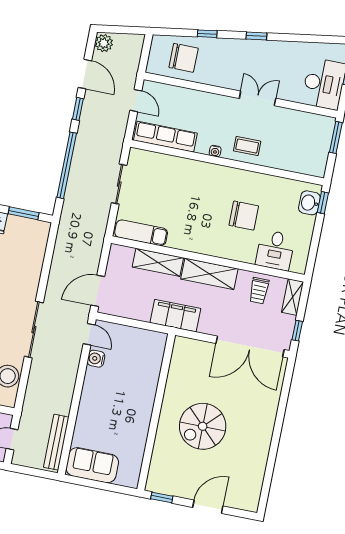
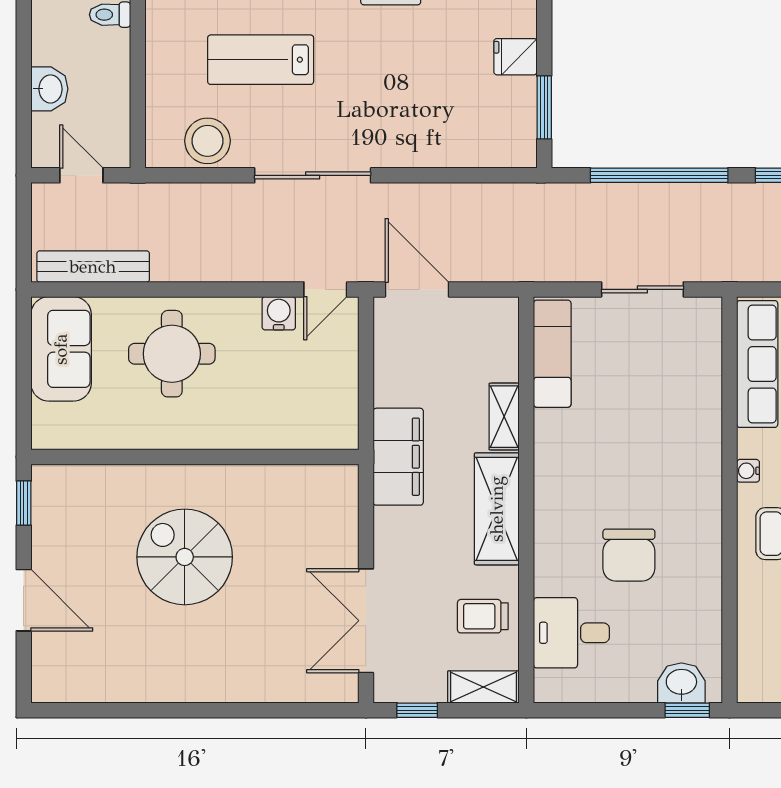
shelving: (158, 262) -> (504, 417), width x0.67, depth x0.75
double door: (250, 346) -> (366, 621), width x0.73
round table: (105, 413) -> (172, 354), added

